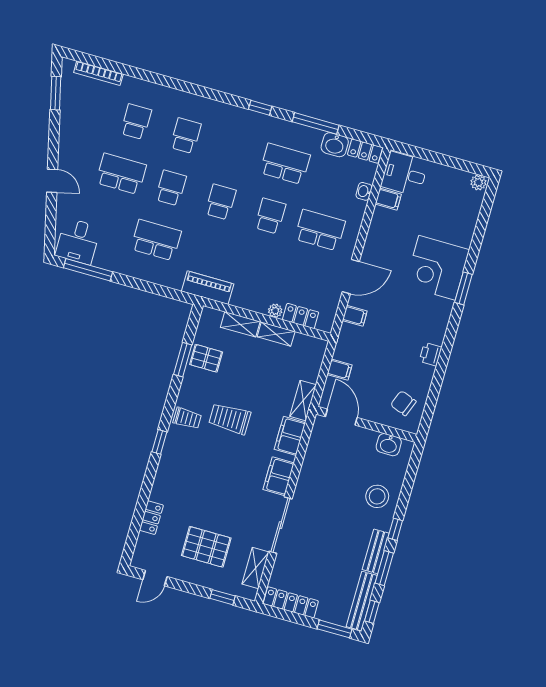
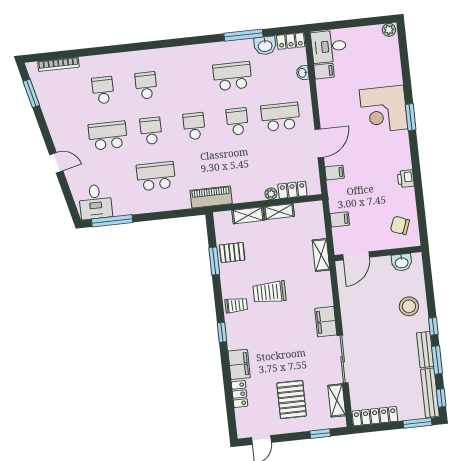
window: (260, 108) -> (195, 40), removed
door: (341, 417) -> (356, 256), swing flipped
filing cabinet: (290, 436) -> (239, 364), moved, turned 180
pallet: (206, 547) -> (292, 399), turned 90

